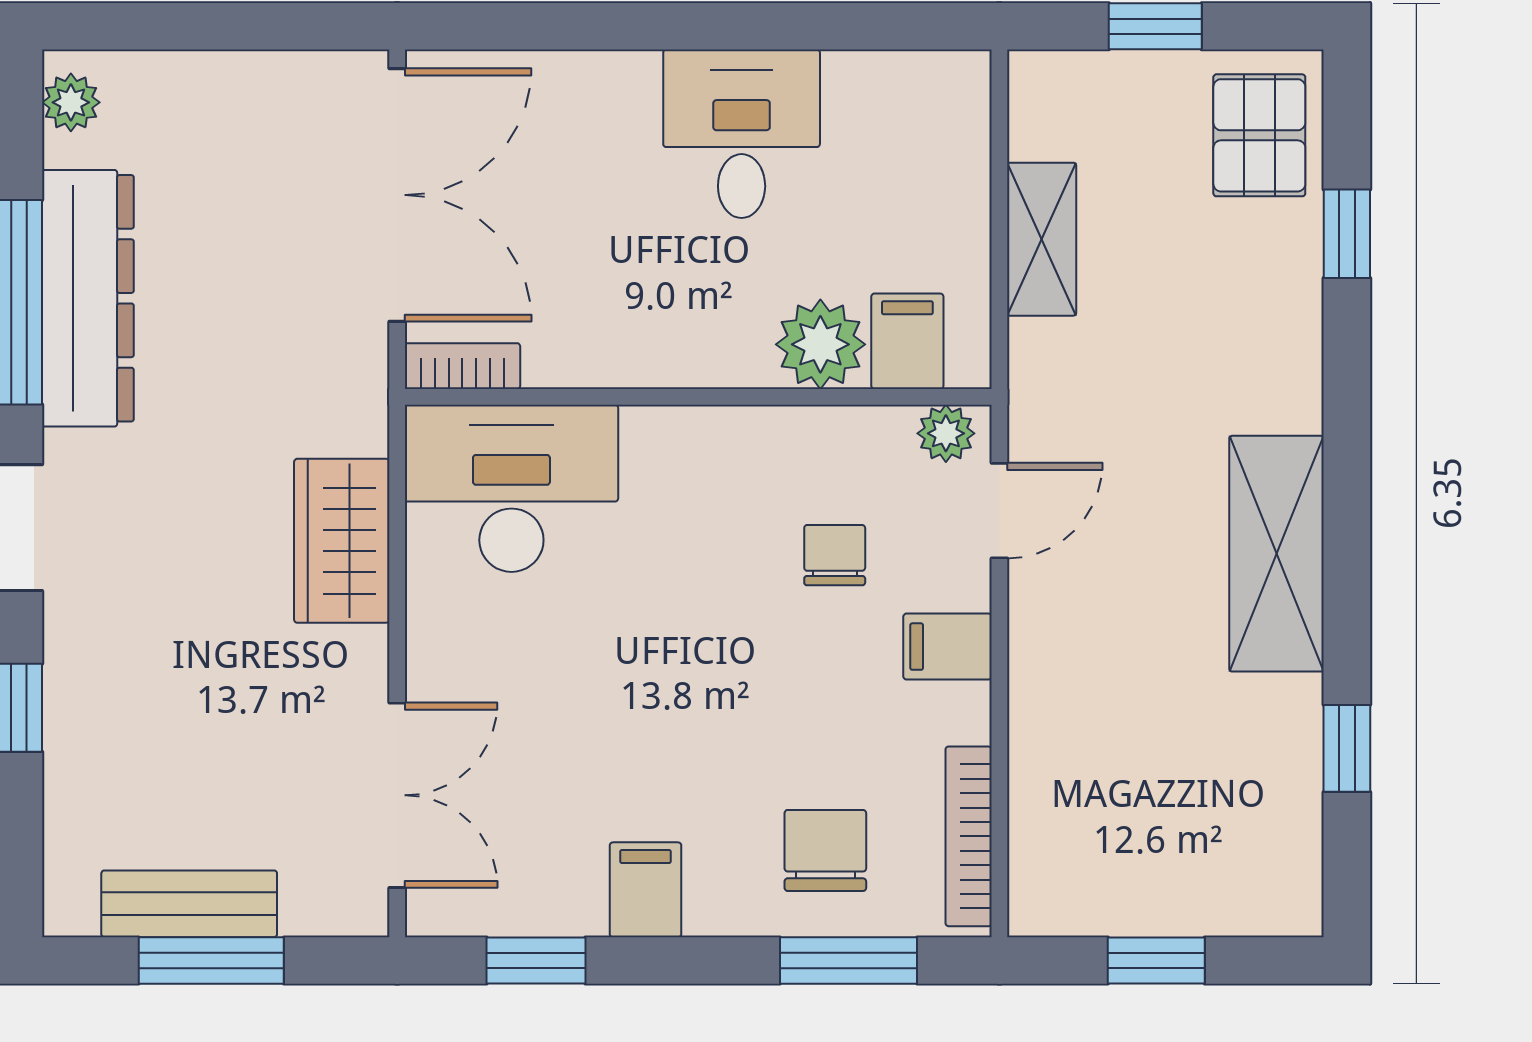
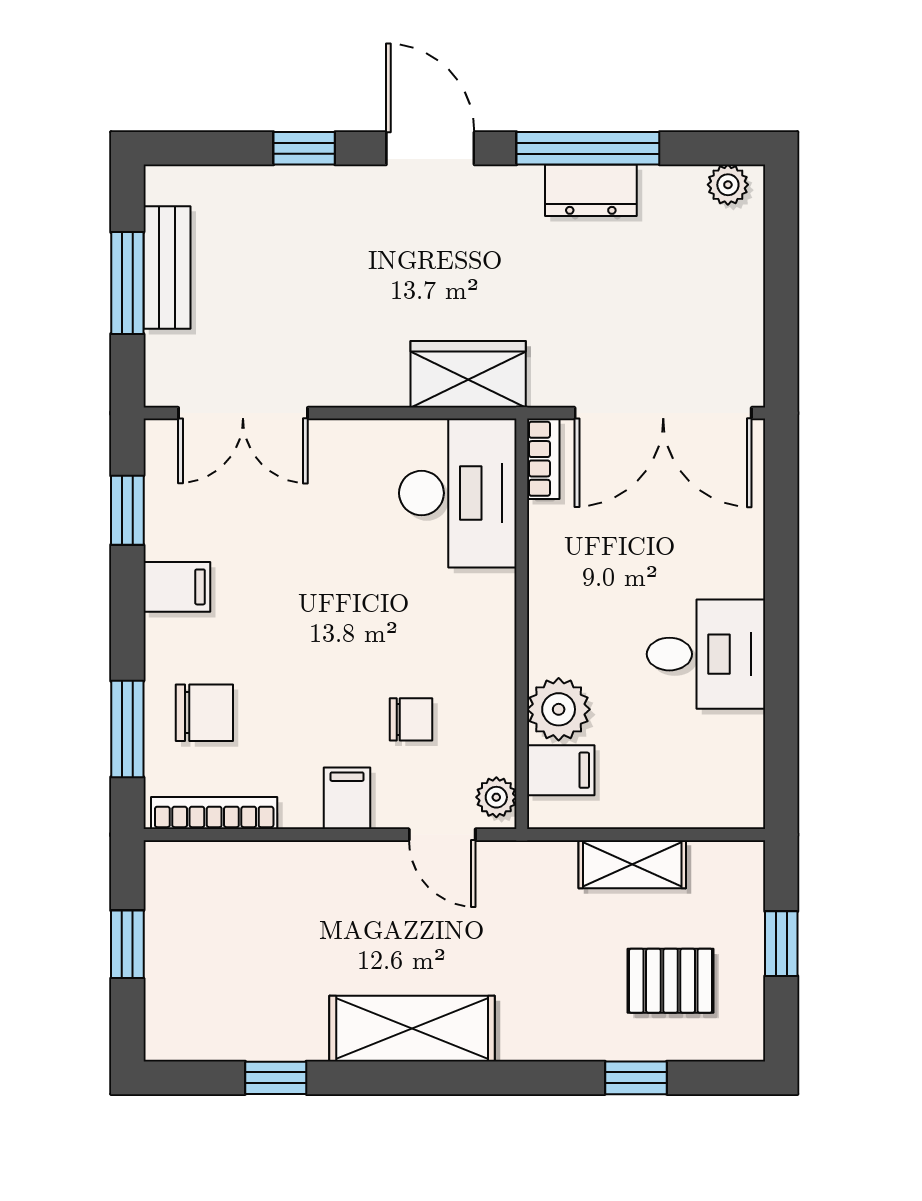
pallet: (1259, 135) -> (671, 981), moved
dresser: (88, 298) -> (591, 190), width x0.51, depth x0.80
wardrobe: (342, 541) -> (468, 374), moved

